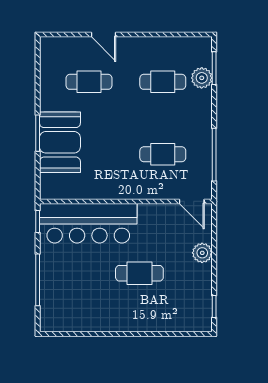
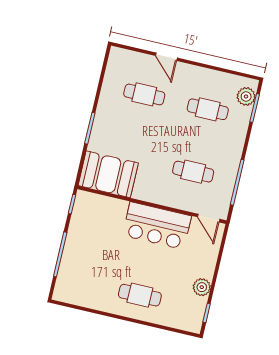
plant: (202, 78) -> (246, 96), moved
booth: (60, 142) -> (108, 174), moved, turned 90
bar counter: (88, 223) -> (157, 226), moved, width x0.73
plant: (202, 253) -> (202, 287), moved
cafe table: (139, 273) -> (140, 295), moved

